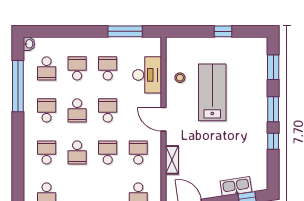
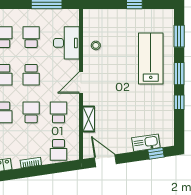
lab bench: (212, 92) -> (151, 58), moved
school desk: (108, 110) -> (31, 75), turned 180
door: (163, 119) -> (81, 83), hinge flipped

